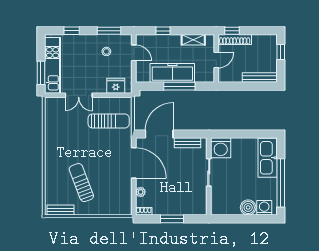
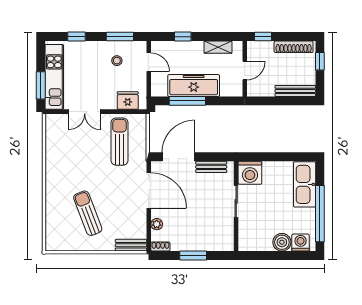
shoe rack: (235, 40) -> (294, 47), moved
window: (179, 86) -> (187, 101), moved
sun lounger: (109, 121) -> (119, 142), turned -90
bench: (61, 210) -> (131, 245), moved

